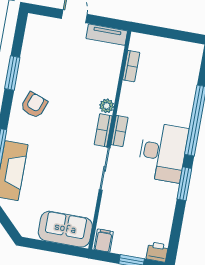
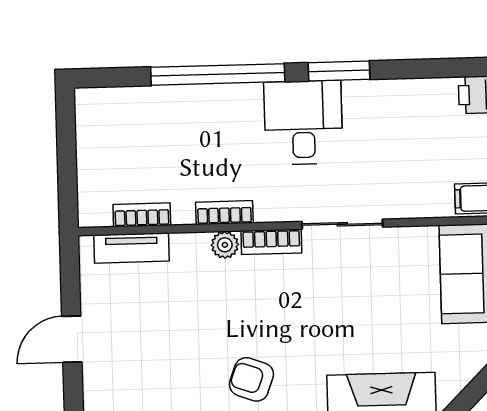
tv unit: (107, 35) -> (131, 248), moved, turned 90
bookcase: (119, 131) -> (224, 213), moved
desk: (163, 152) -> (303, 123), width x0.73

